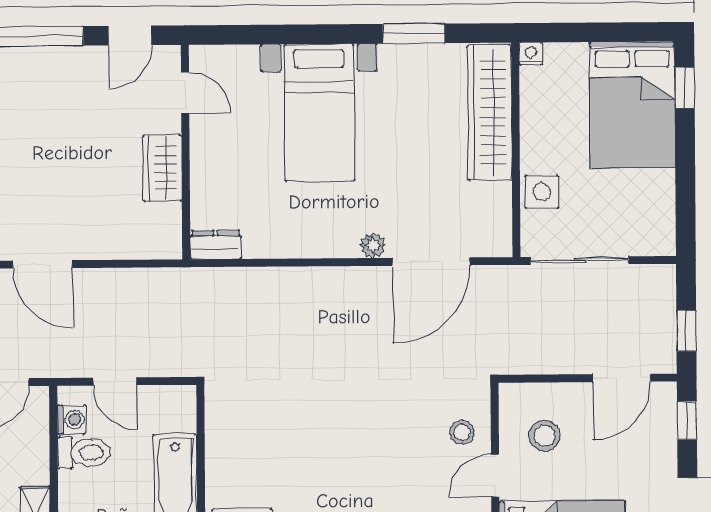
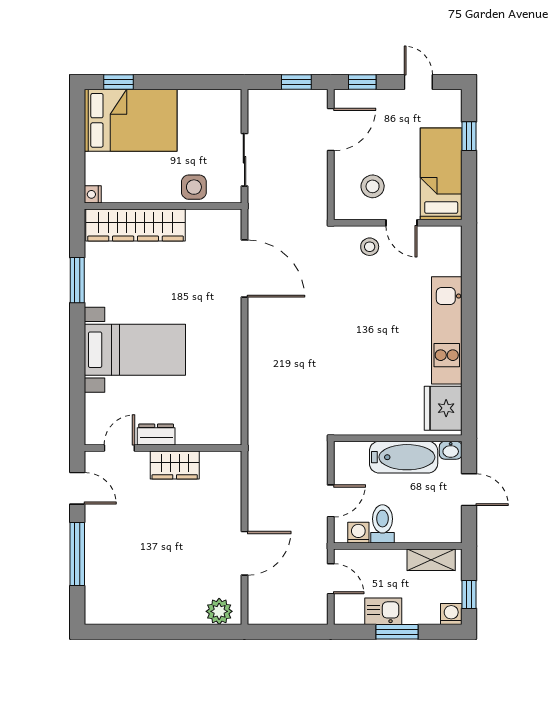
dresser: (216, 245) -> (156, 434), moved, turned 90
plant: (373, 245) -> (232, 311), removed
sliding door: (580, 261) -> (244, 160), width x0.73
door: (622, 378) -> (331, 129), hinge flipped

